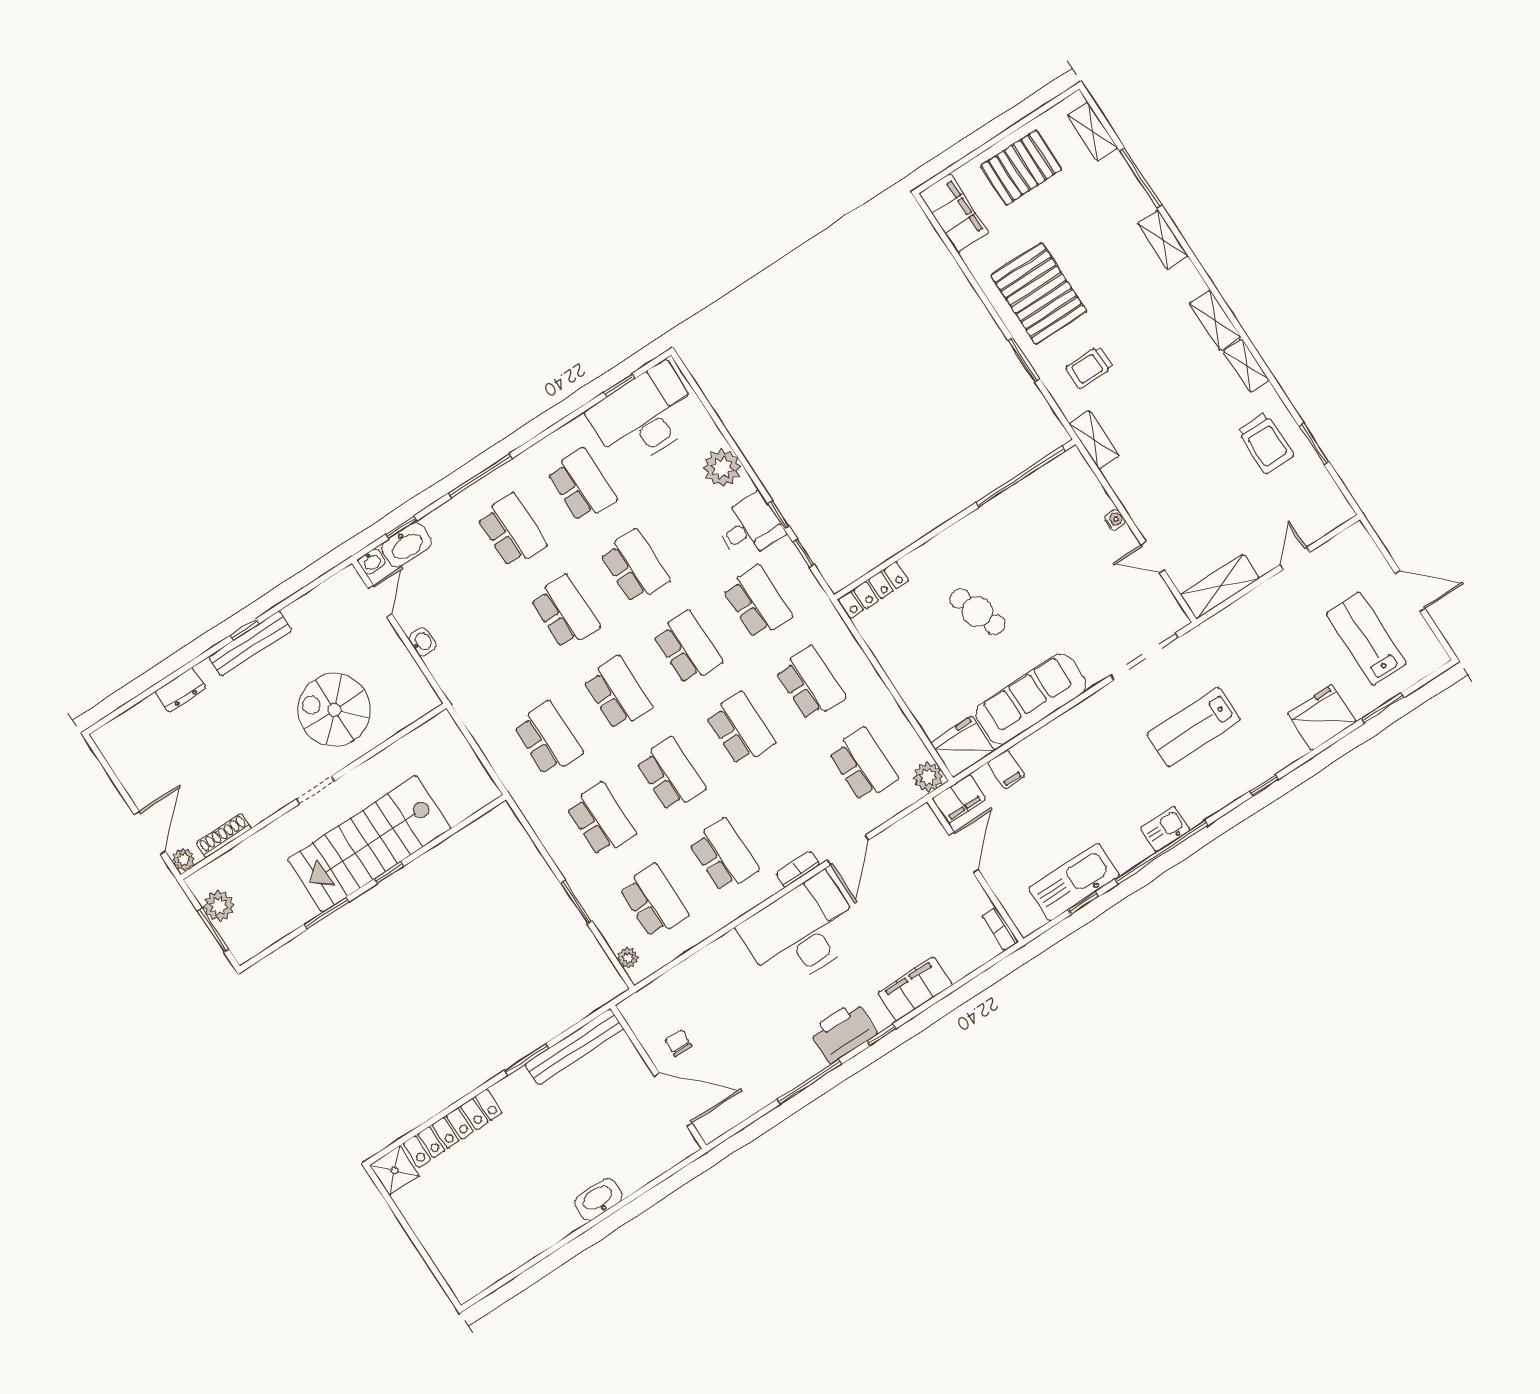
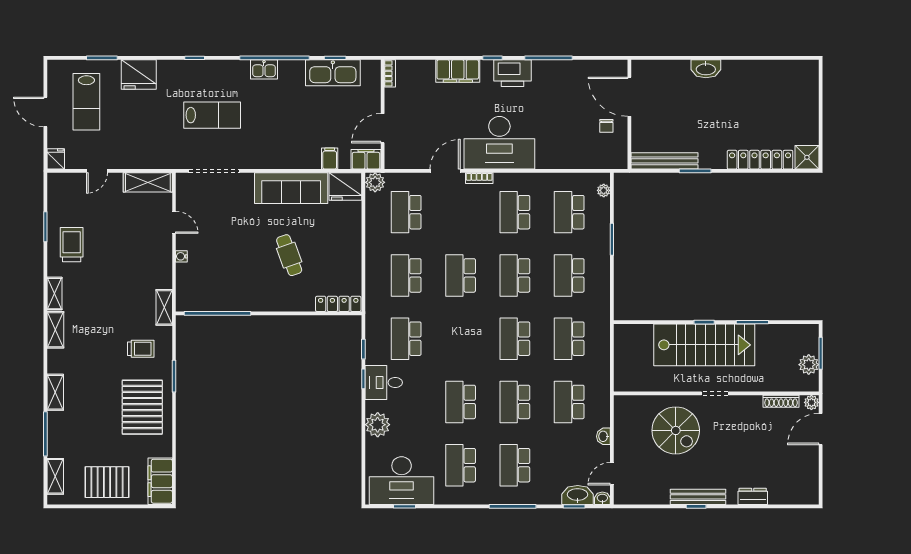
fridge: (1358, 540) -> (56, 159), added
school desk: (687, 648) -> (569, 402), moved

